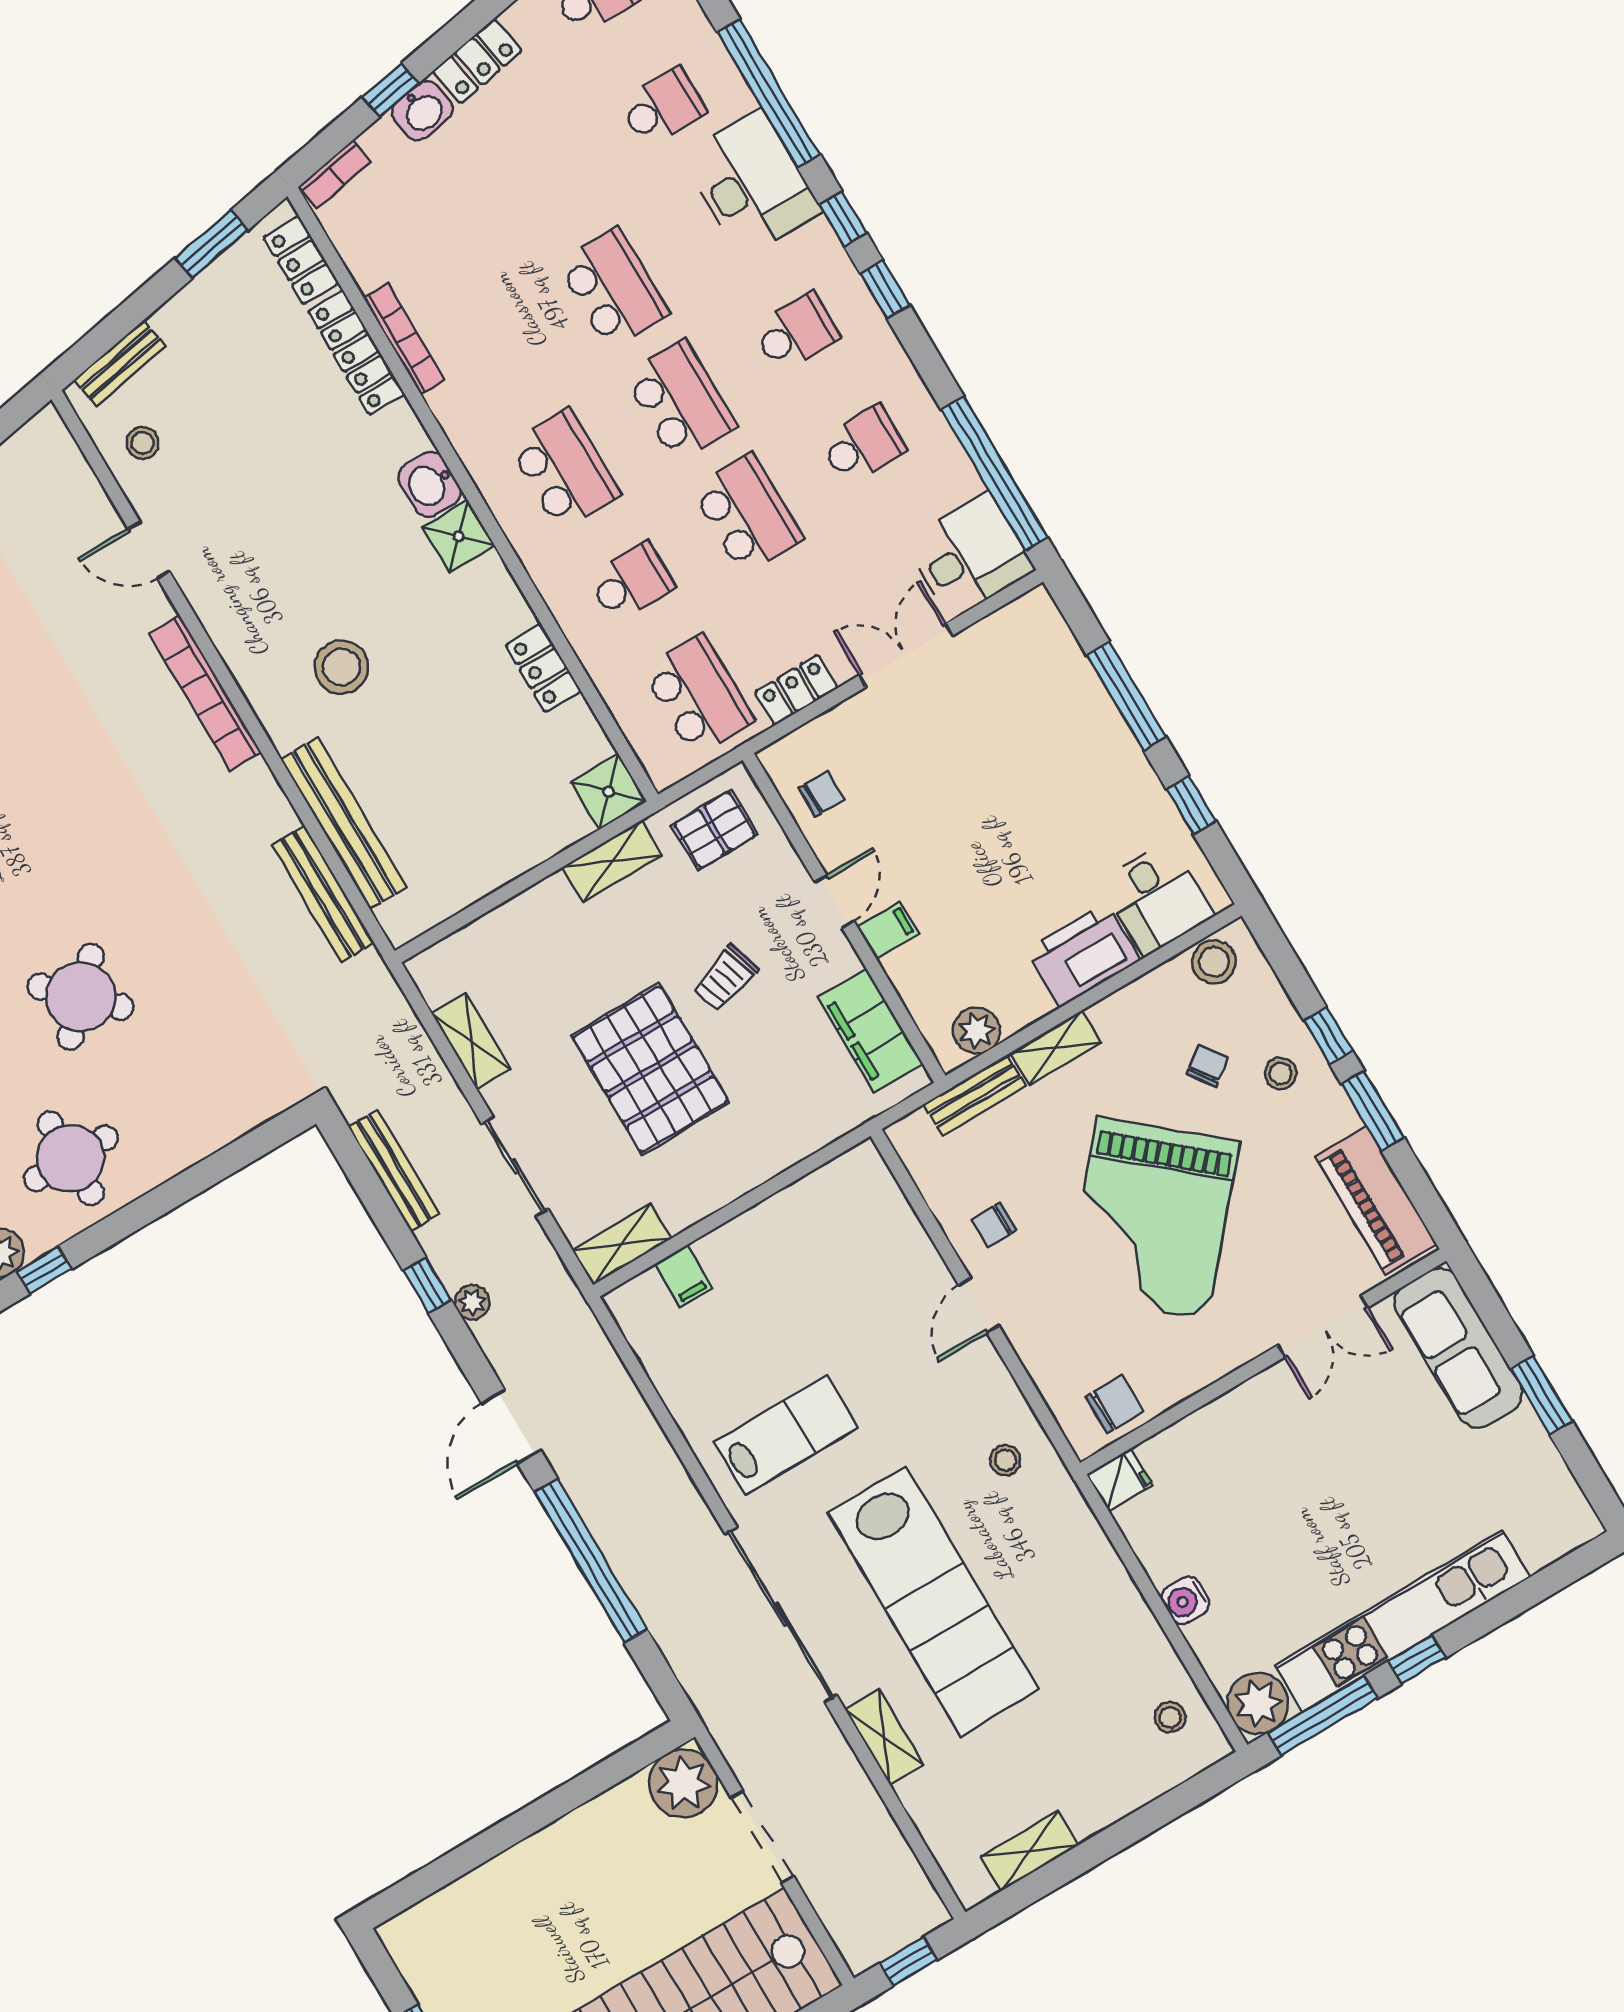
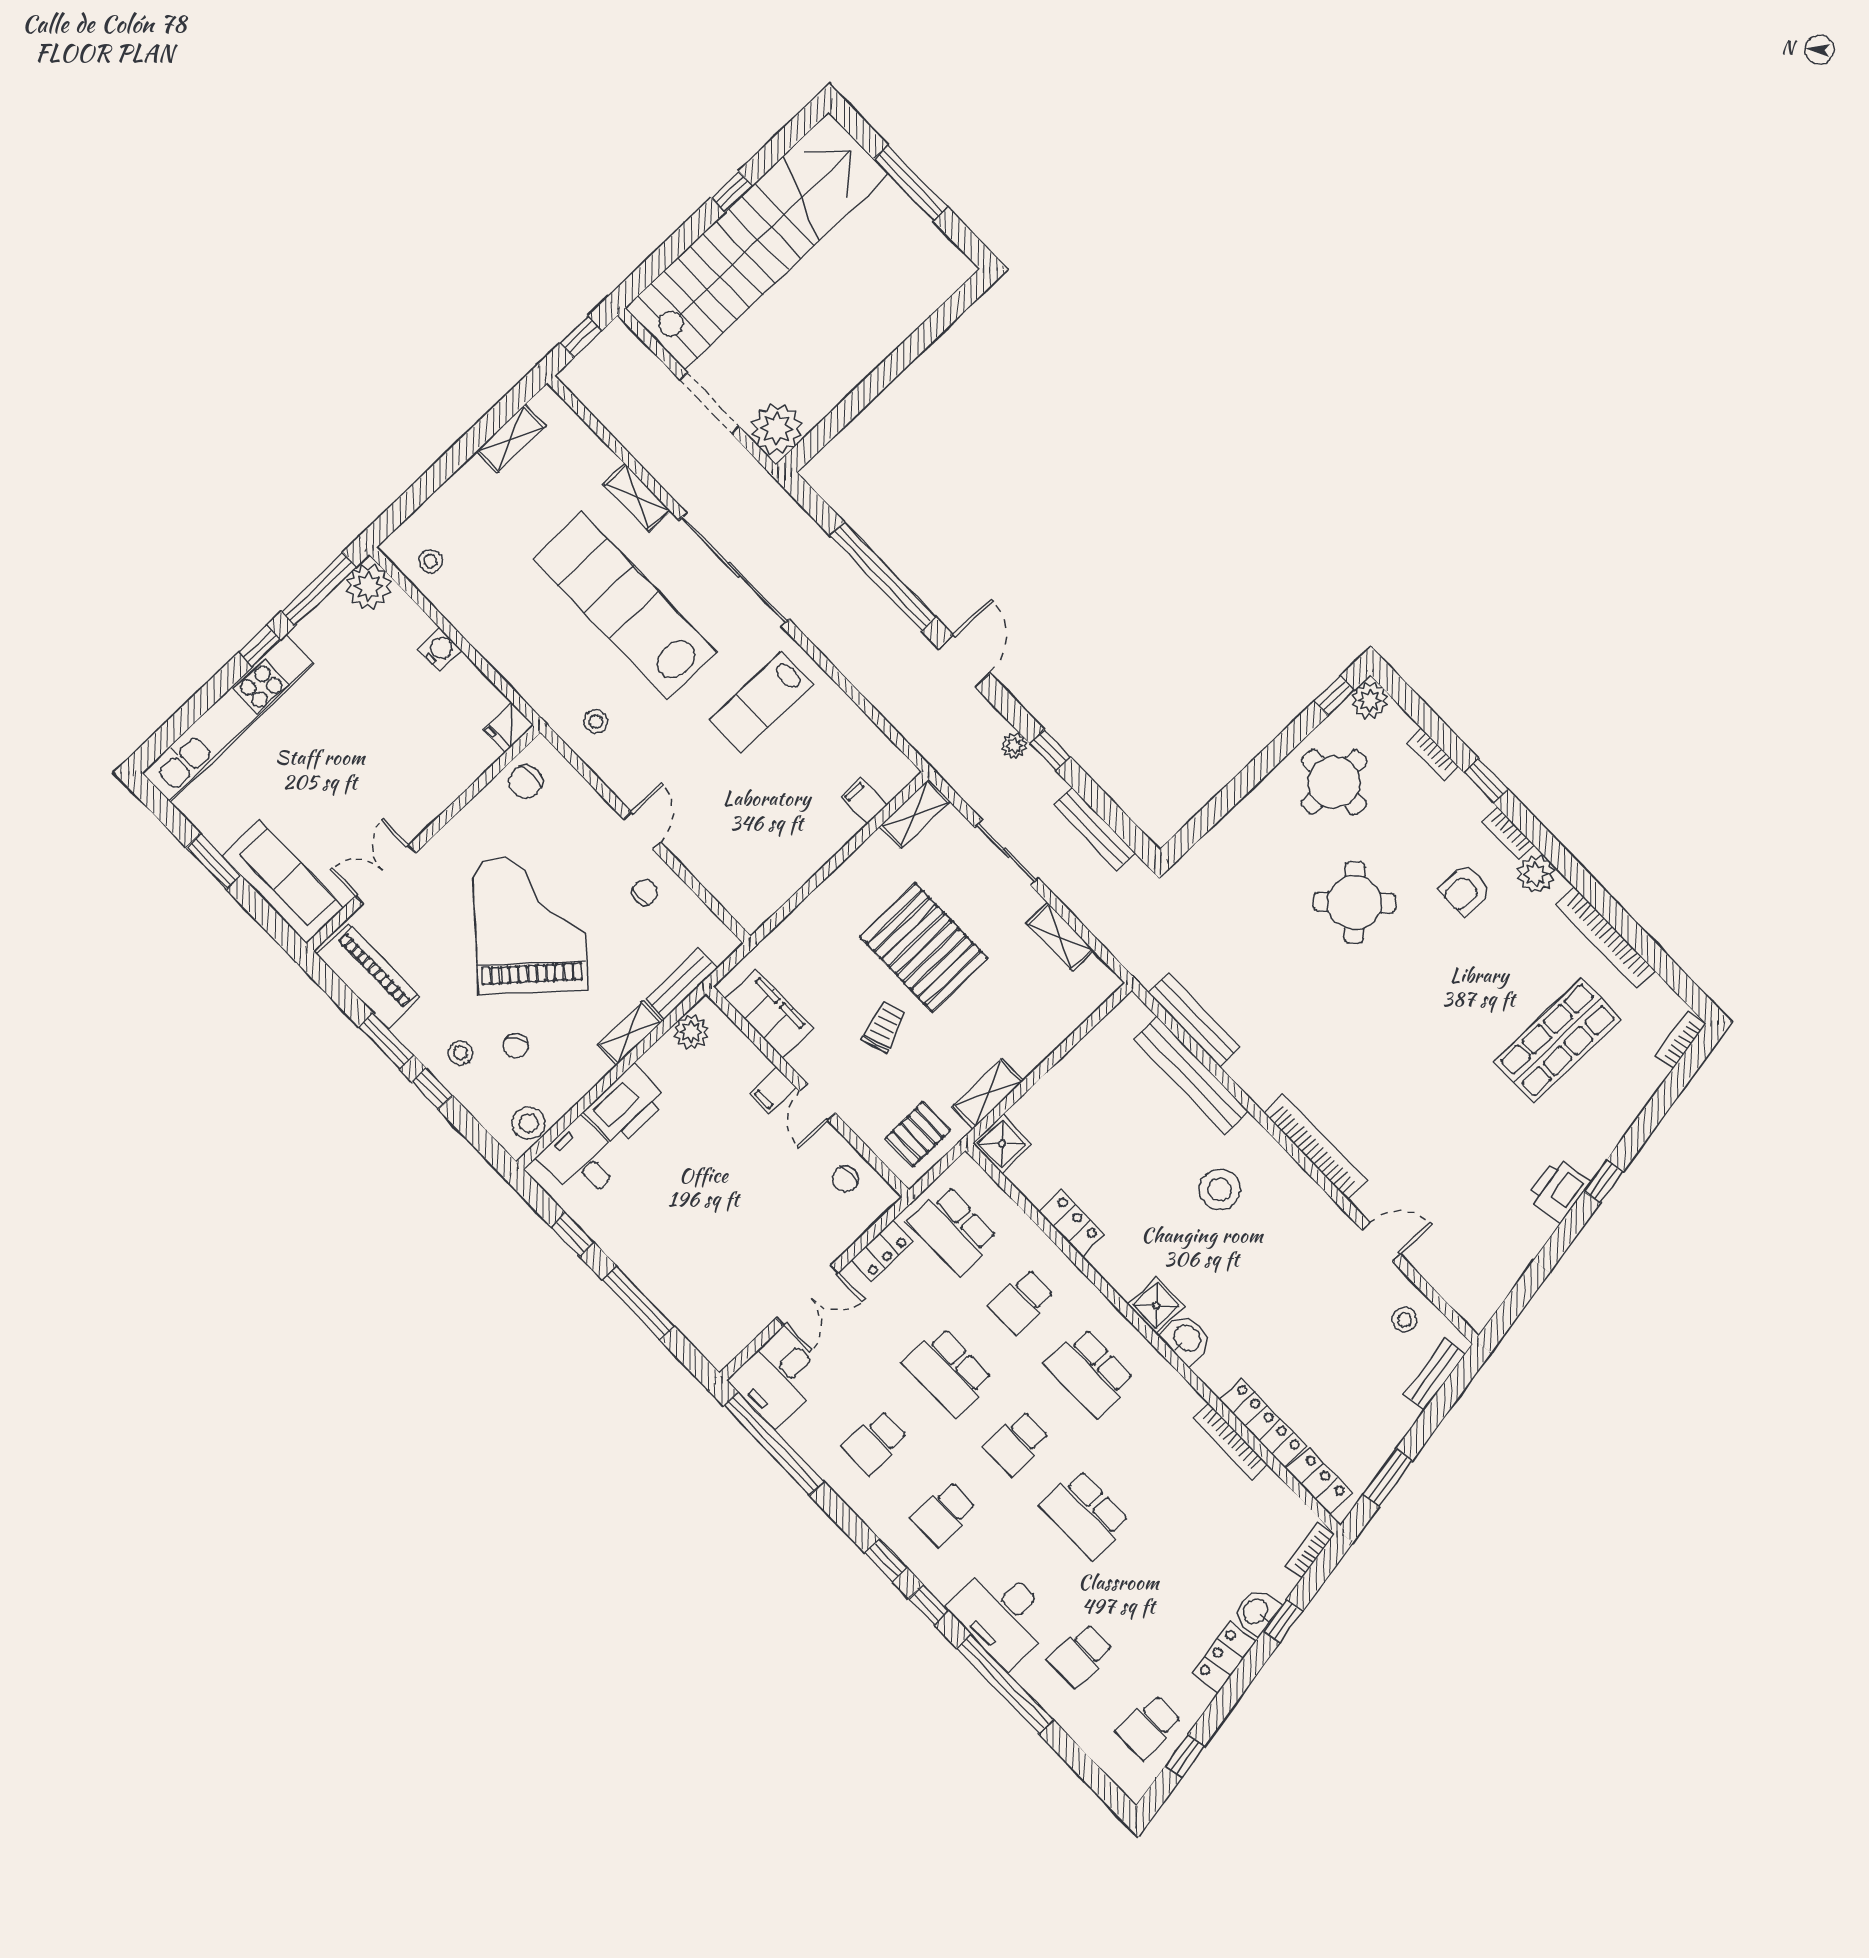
school desk: (680, 401) -> (1017, 1443), width x0.54
kitchen unit: (1403, 1621) -> (228, 719), moved

